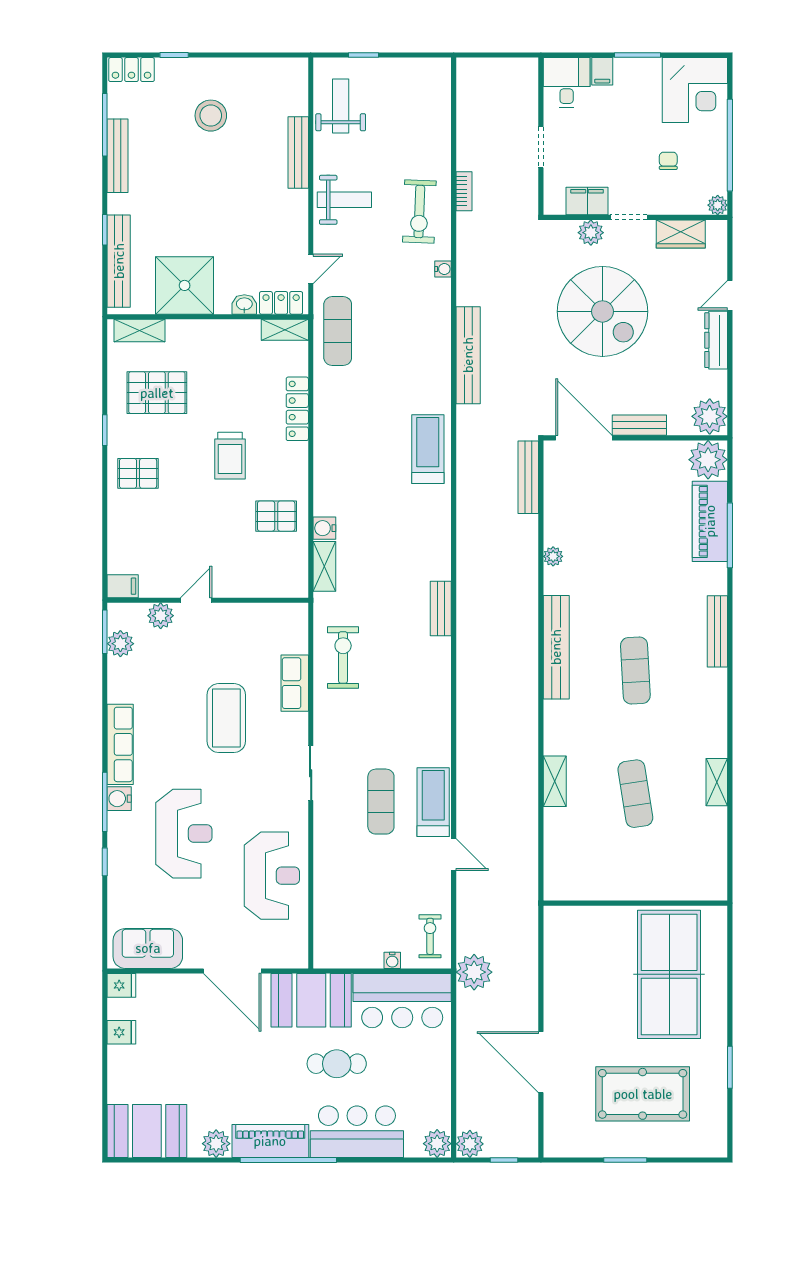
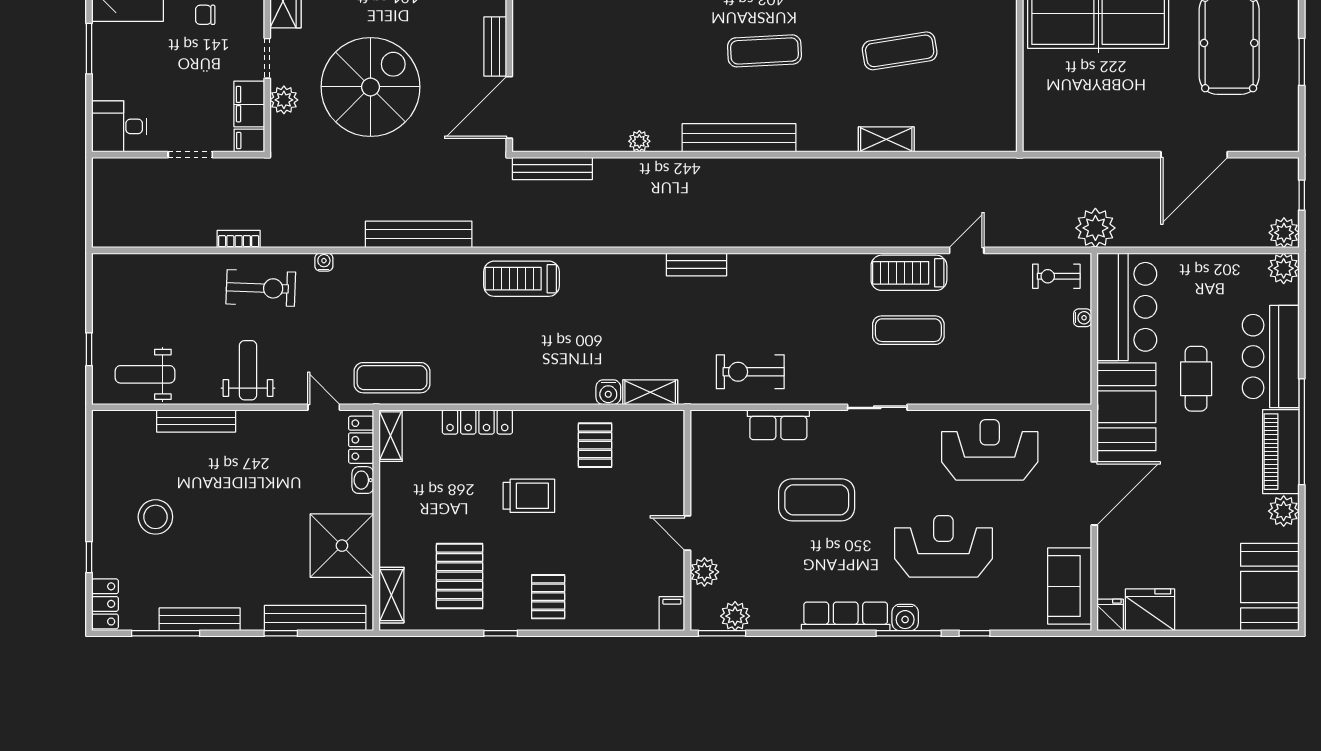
filing cabinet: (602, 71) -> (249, 141), moved, turned 180
fridge: (121, 1032) -> (1150, 610), width x1.88, depth x1.34

